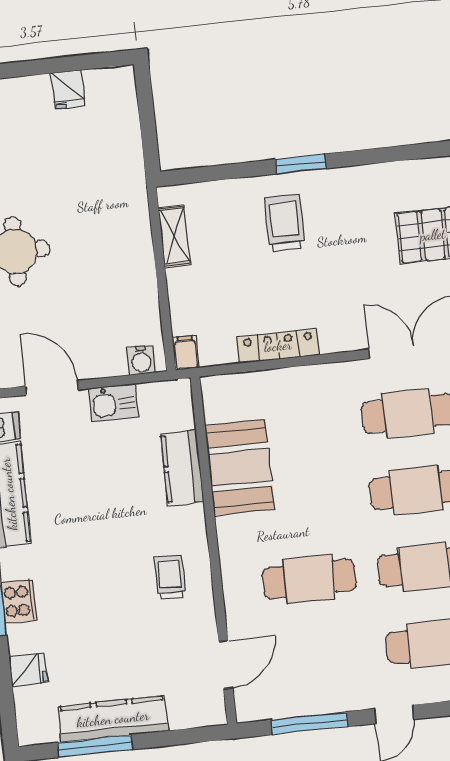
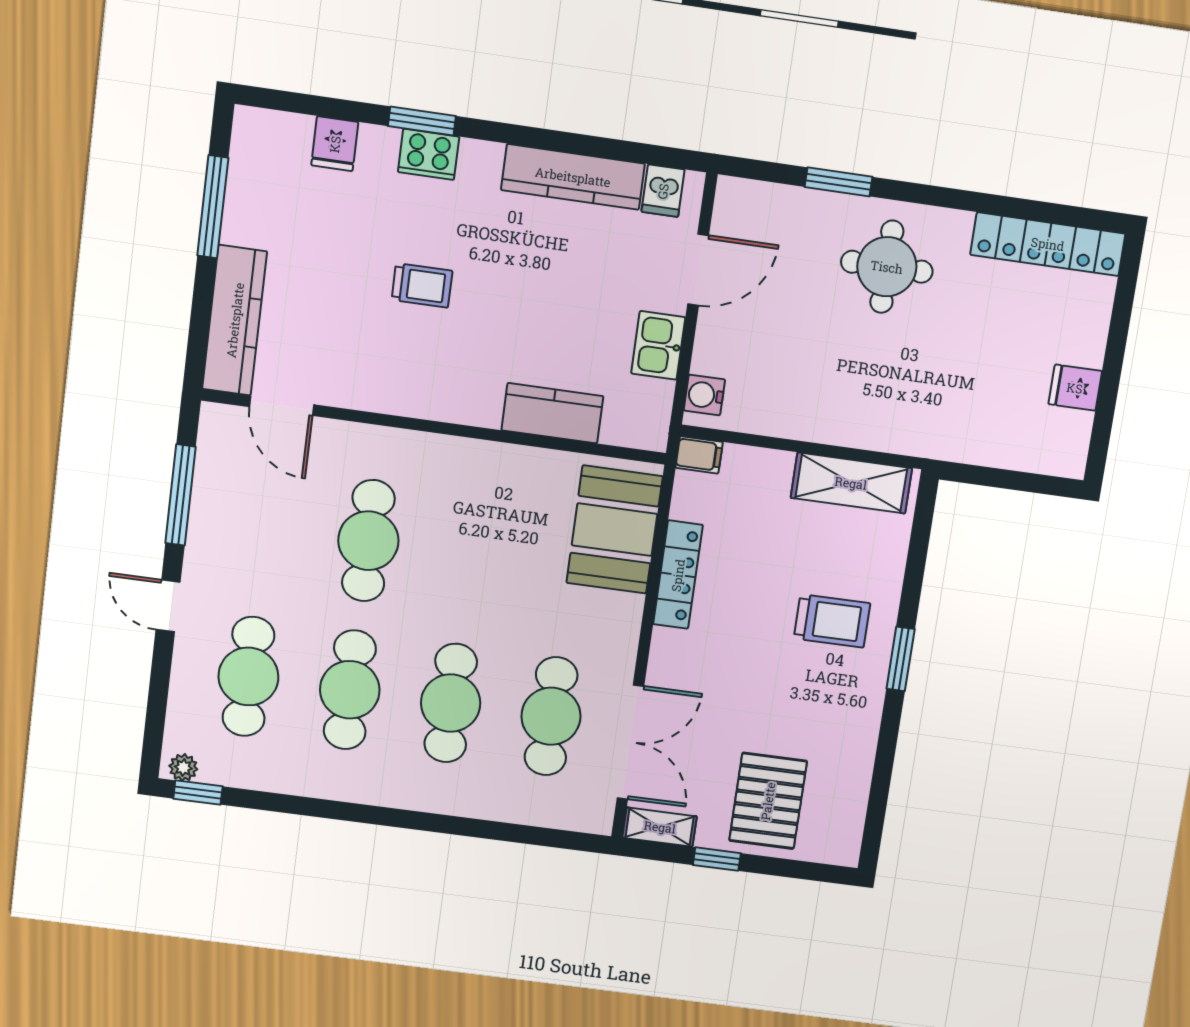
shelving: (174, 236) -> (851, 483), width x1.50, depth x1.33
booth: (240, 467) -> (614, 530), moved, turned 90
trolley: (170, 577) -> (422, 285), moved
kitchen counter: (113, 719) -> (235, 320), moved

